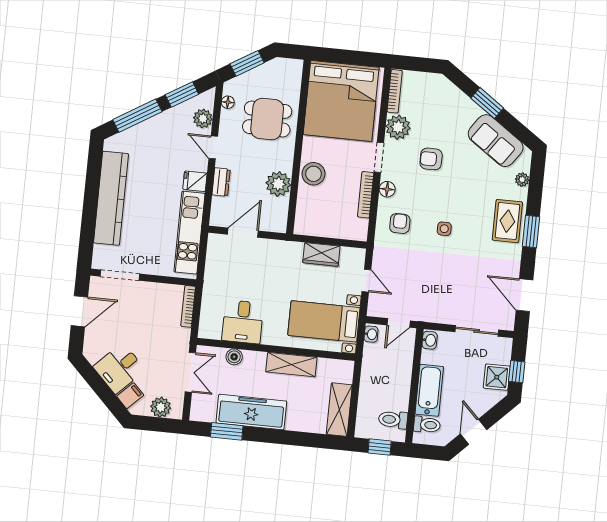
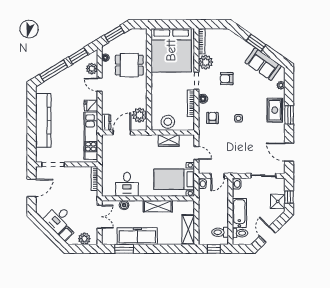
stool: (314, 174) -> (168, 122), moved
dresser: (221, 182) -> (106, 122), moved
plant: (278, 184) -> (140, 115), moved

